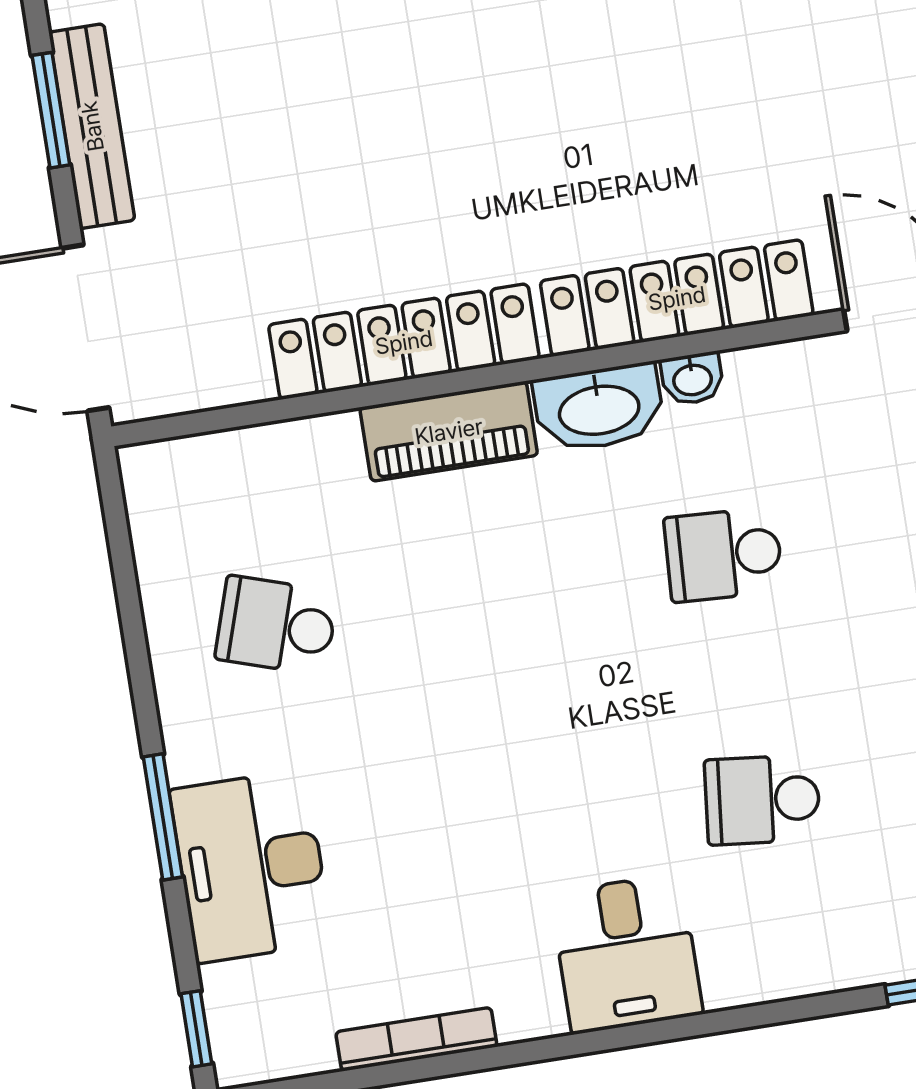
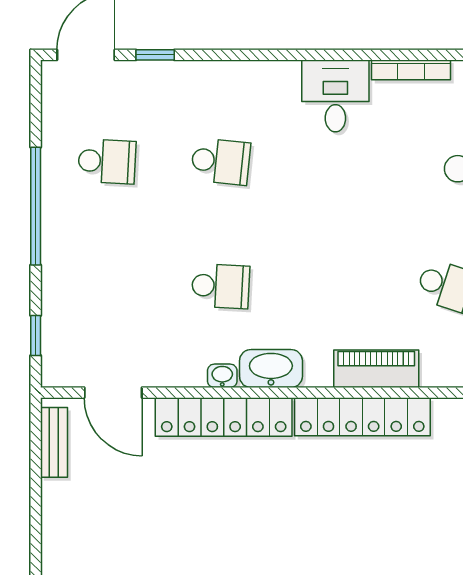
piano: (449, 431) -> (376, 369), moved
desk: (627, 954) -> (335, 96), moved

